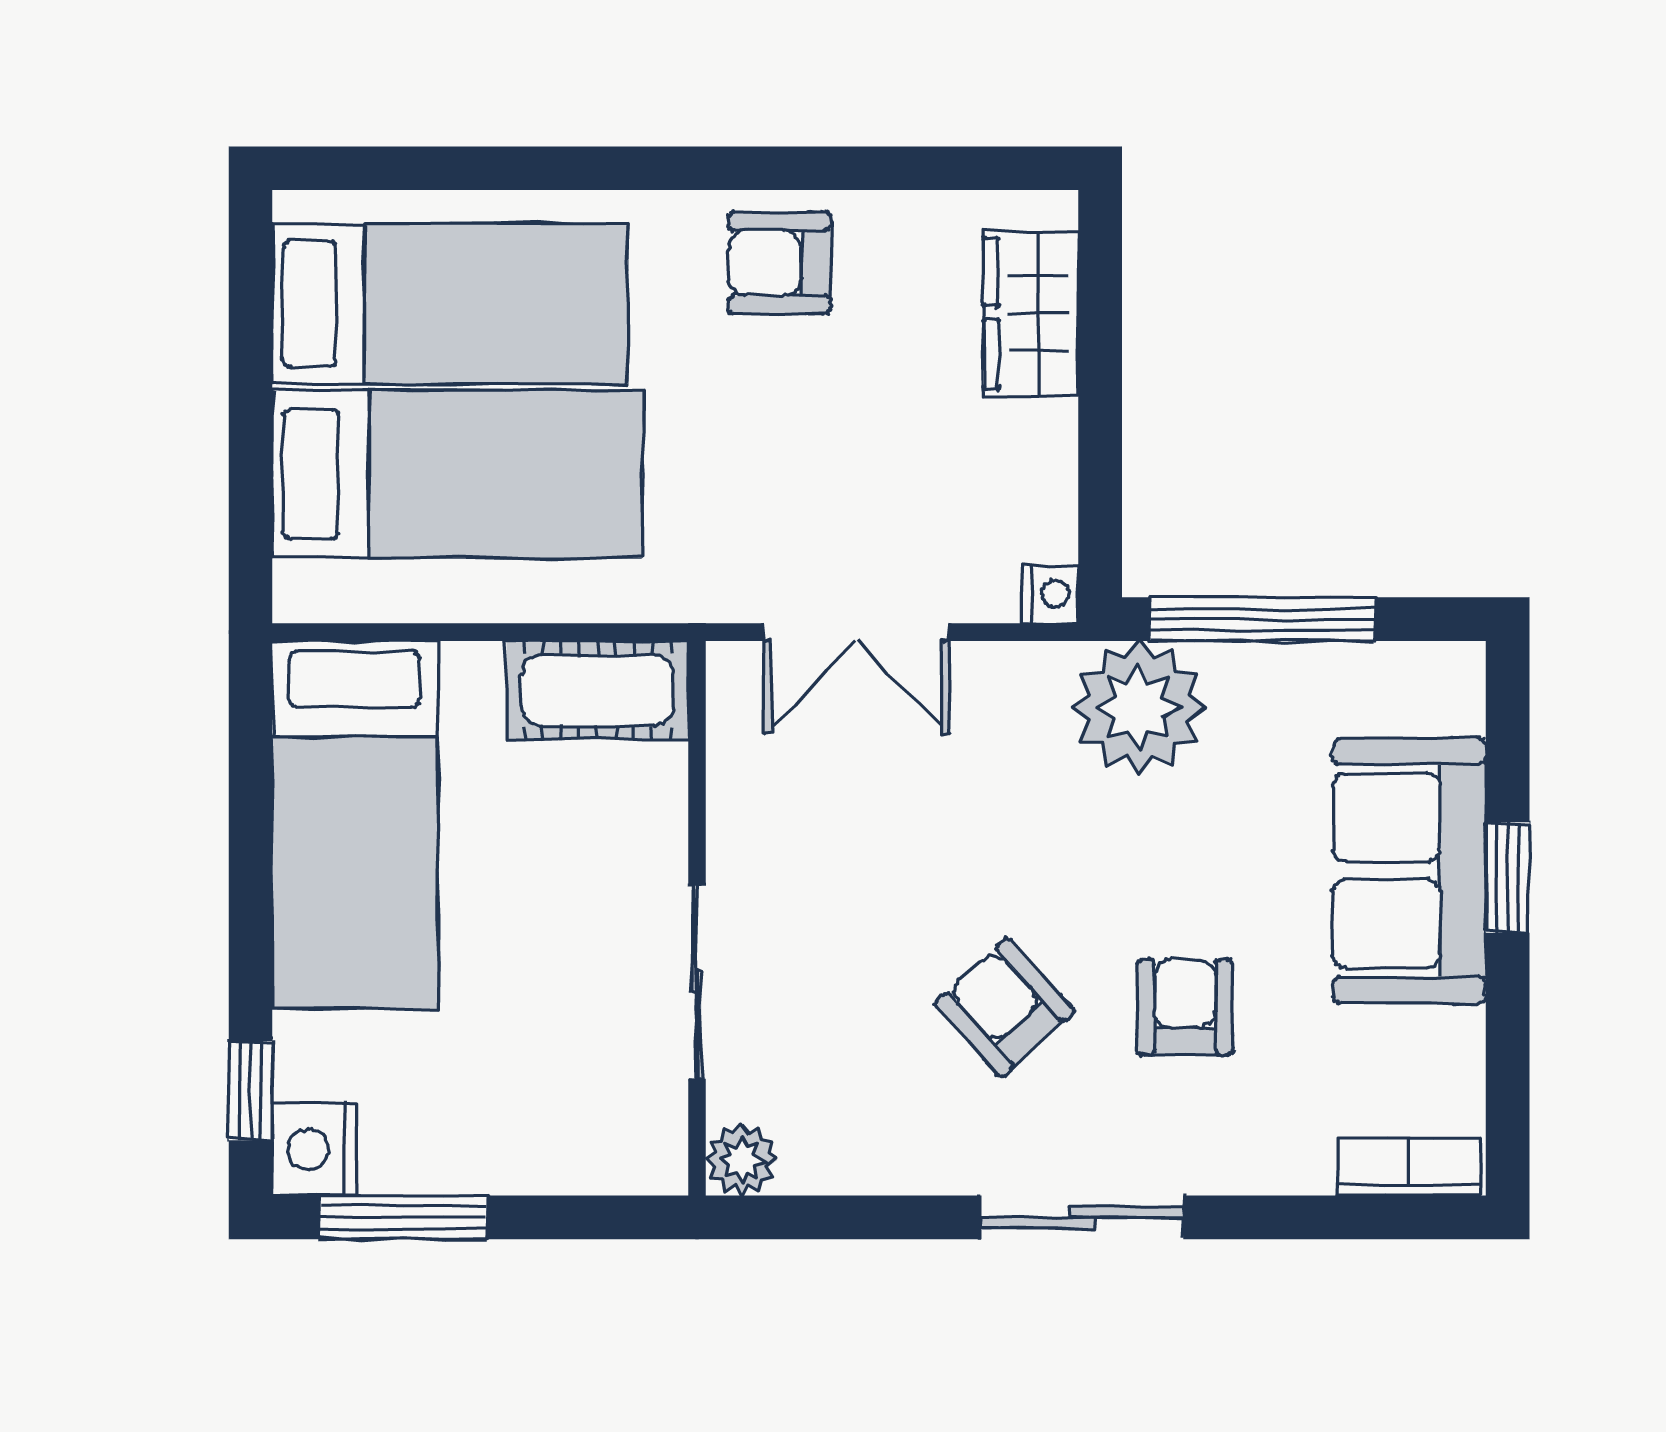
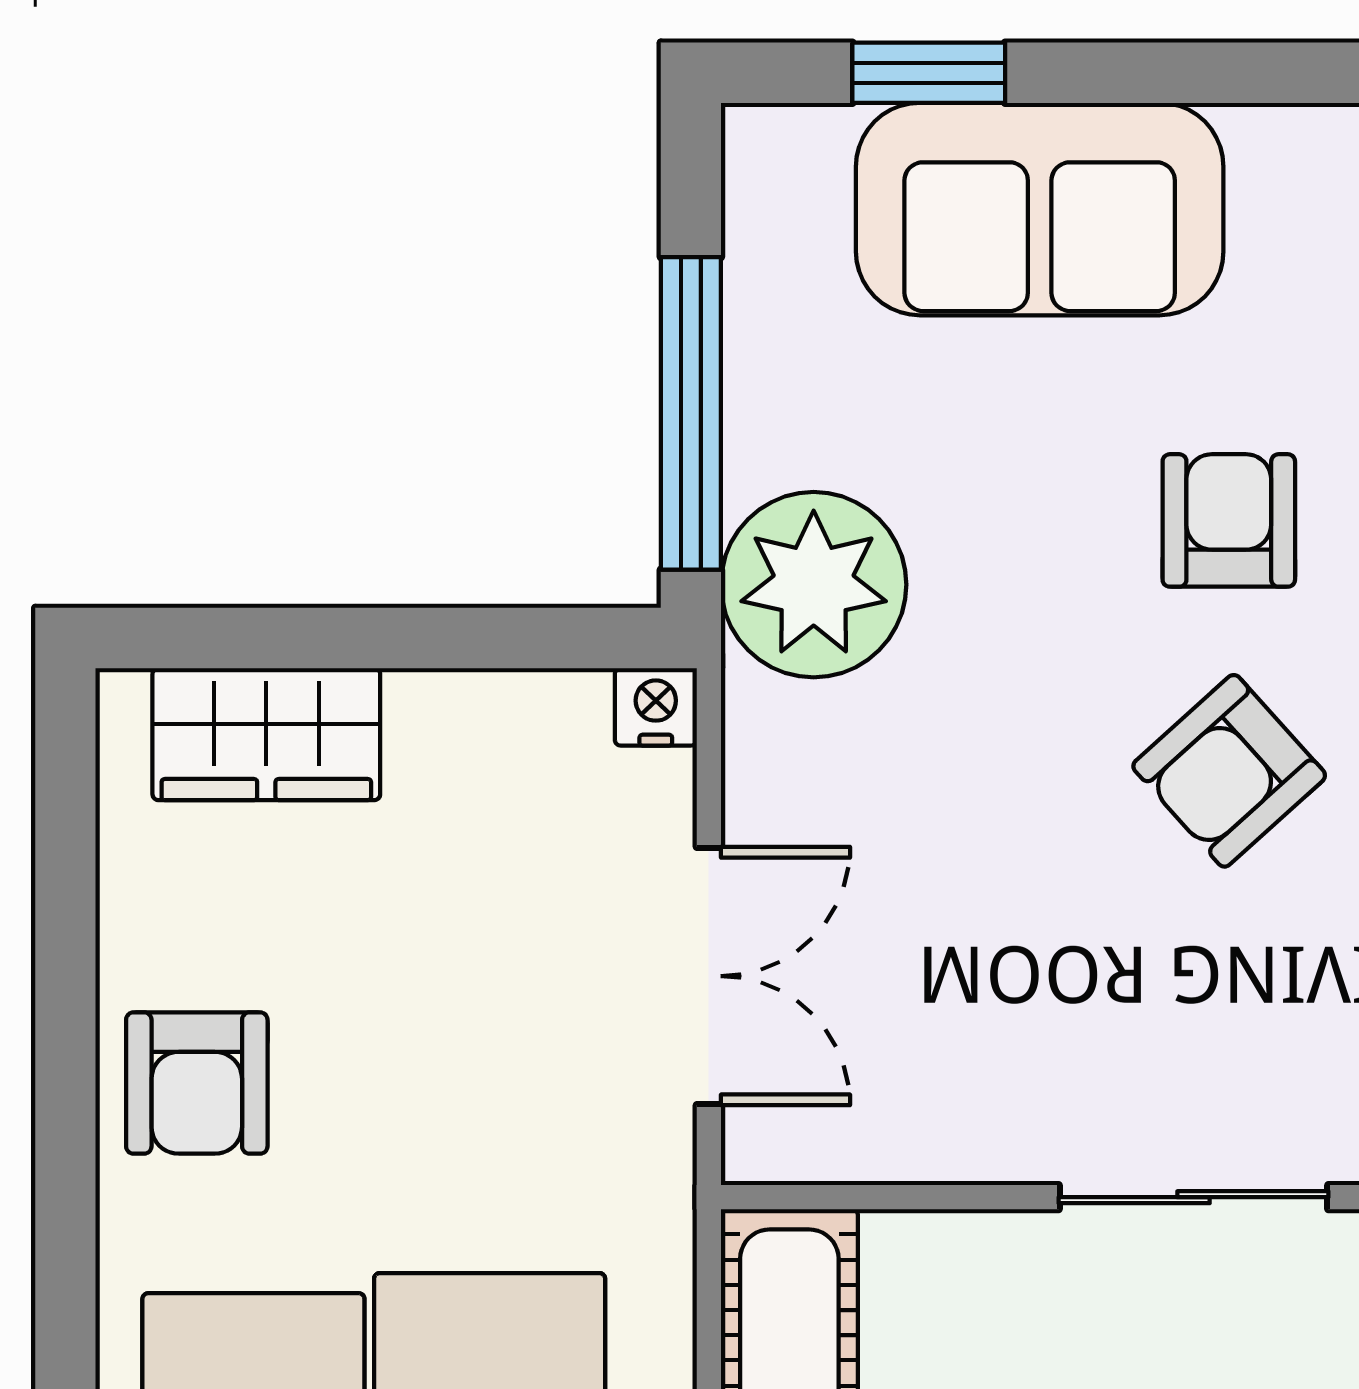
window: (1508, 877) -> (929, 73), moved
armchair: (1185, 1007) -> (1229, 520), turned 90

